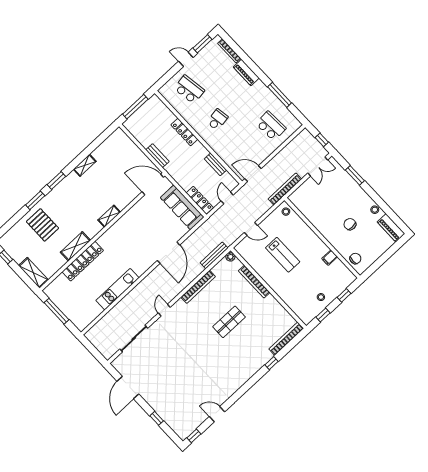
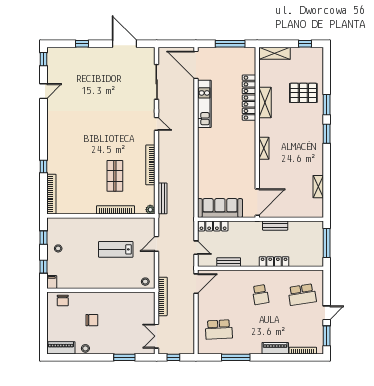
shelving: (85, 165) -> (318, 187), moved
door: (169, 253) -> (196, 65), moved
filing cabinet: (330, 258) -> (52, 282), moved
shop shelf: (229, 322) -> (115, 176), moved

